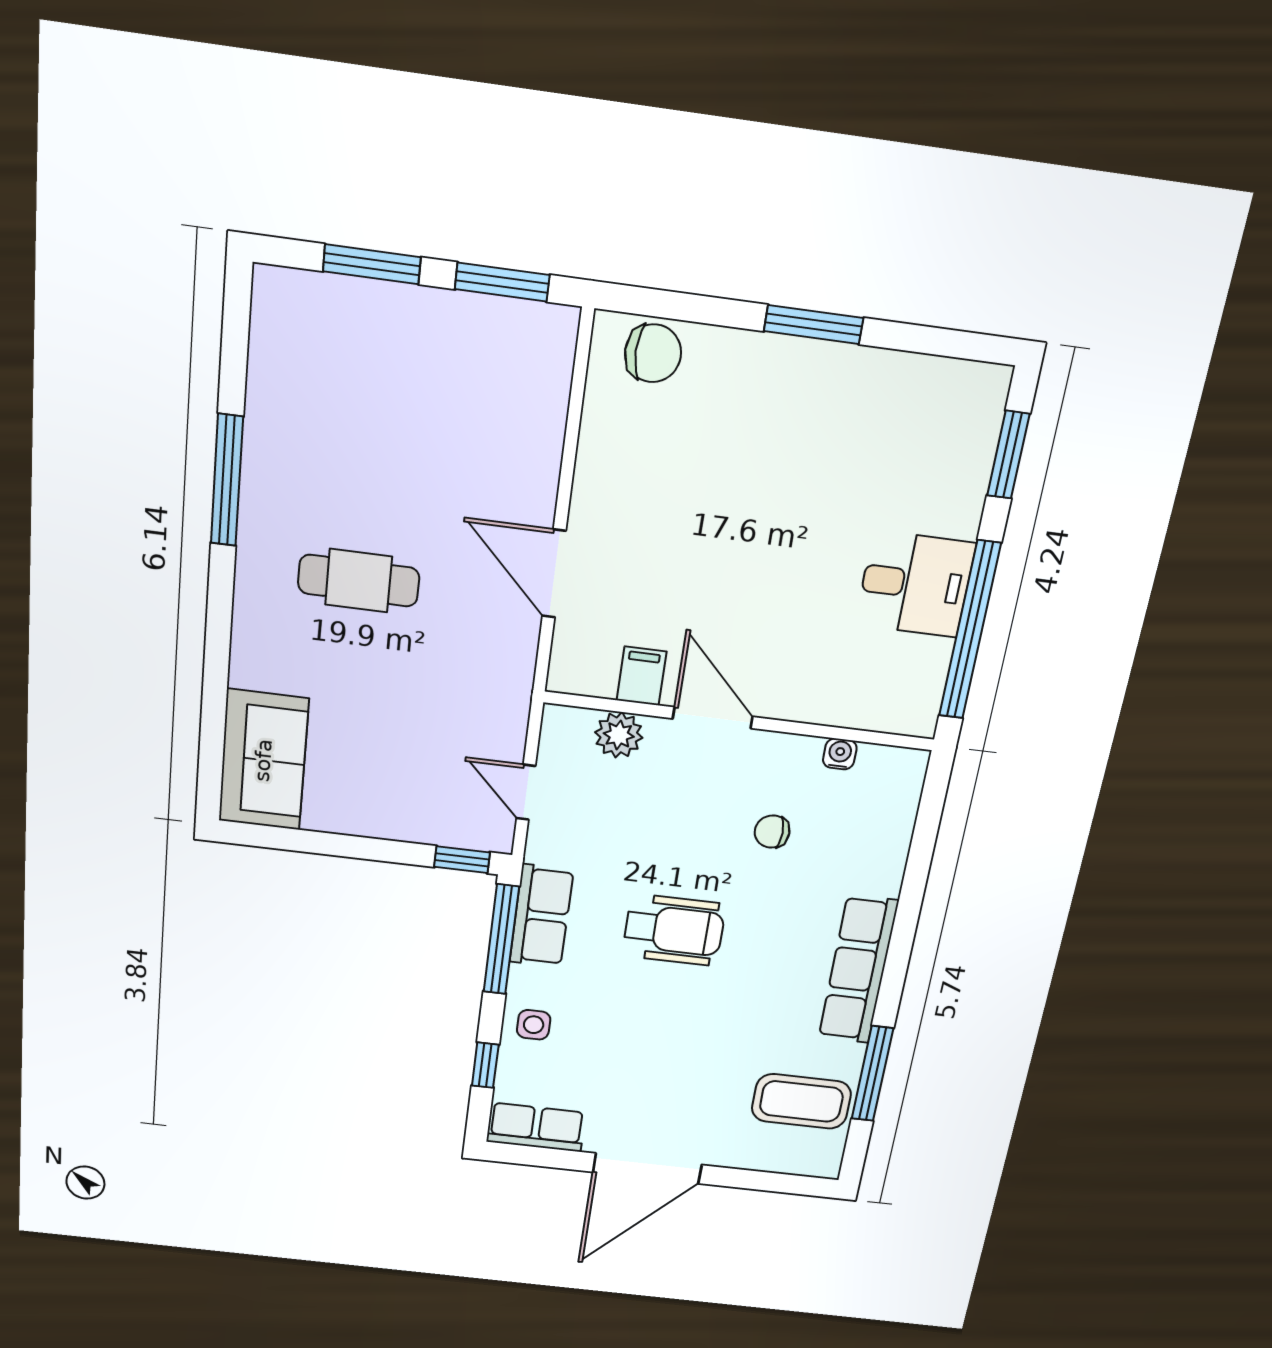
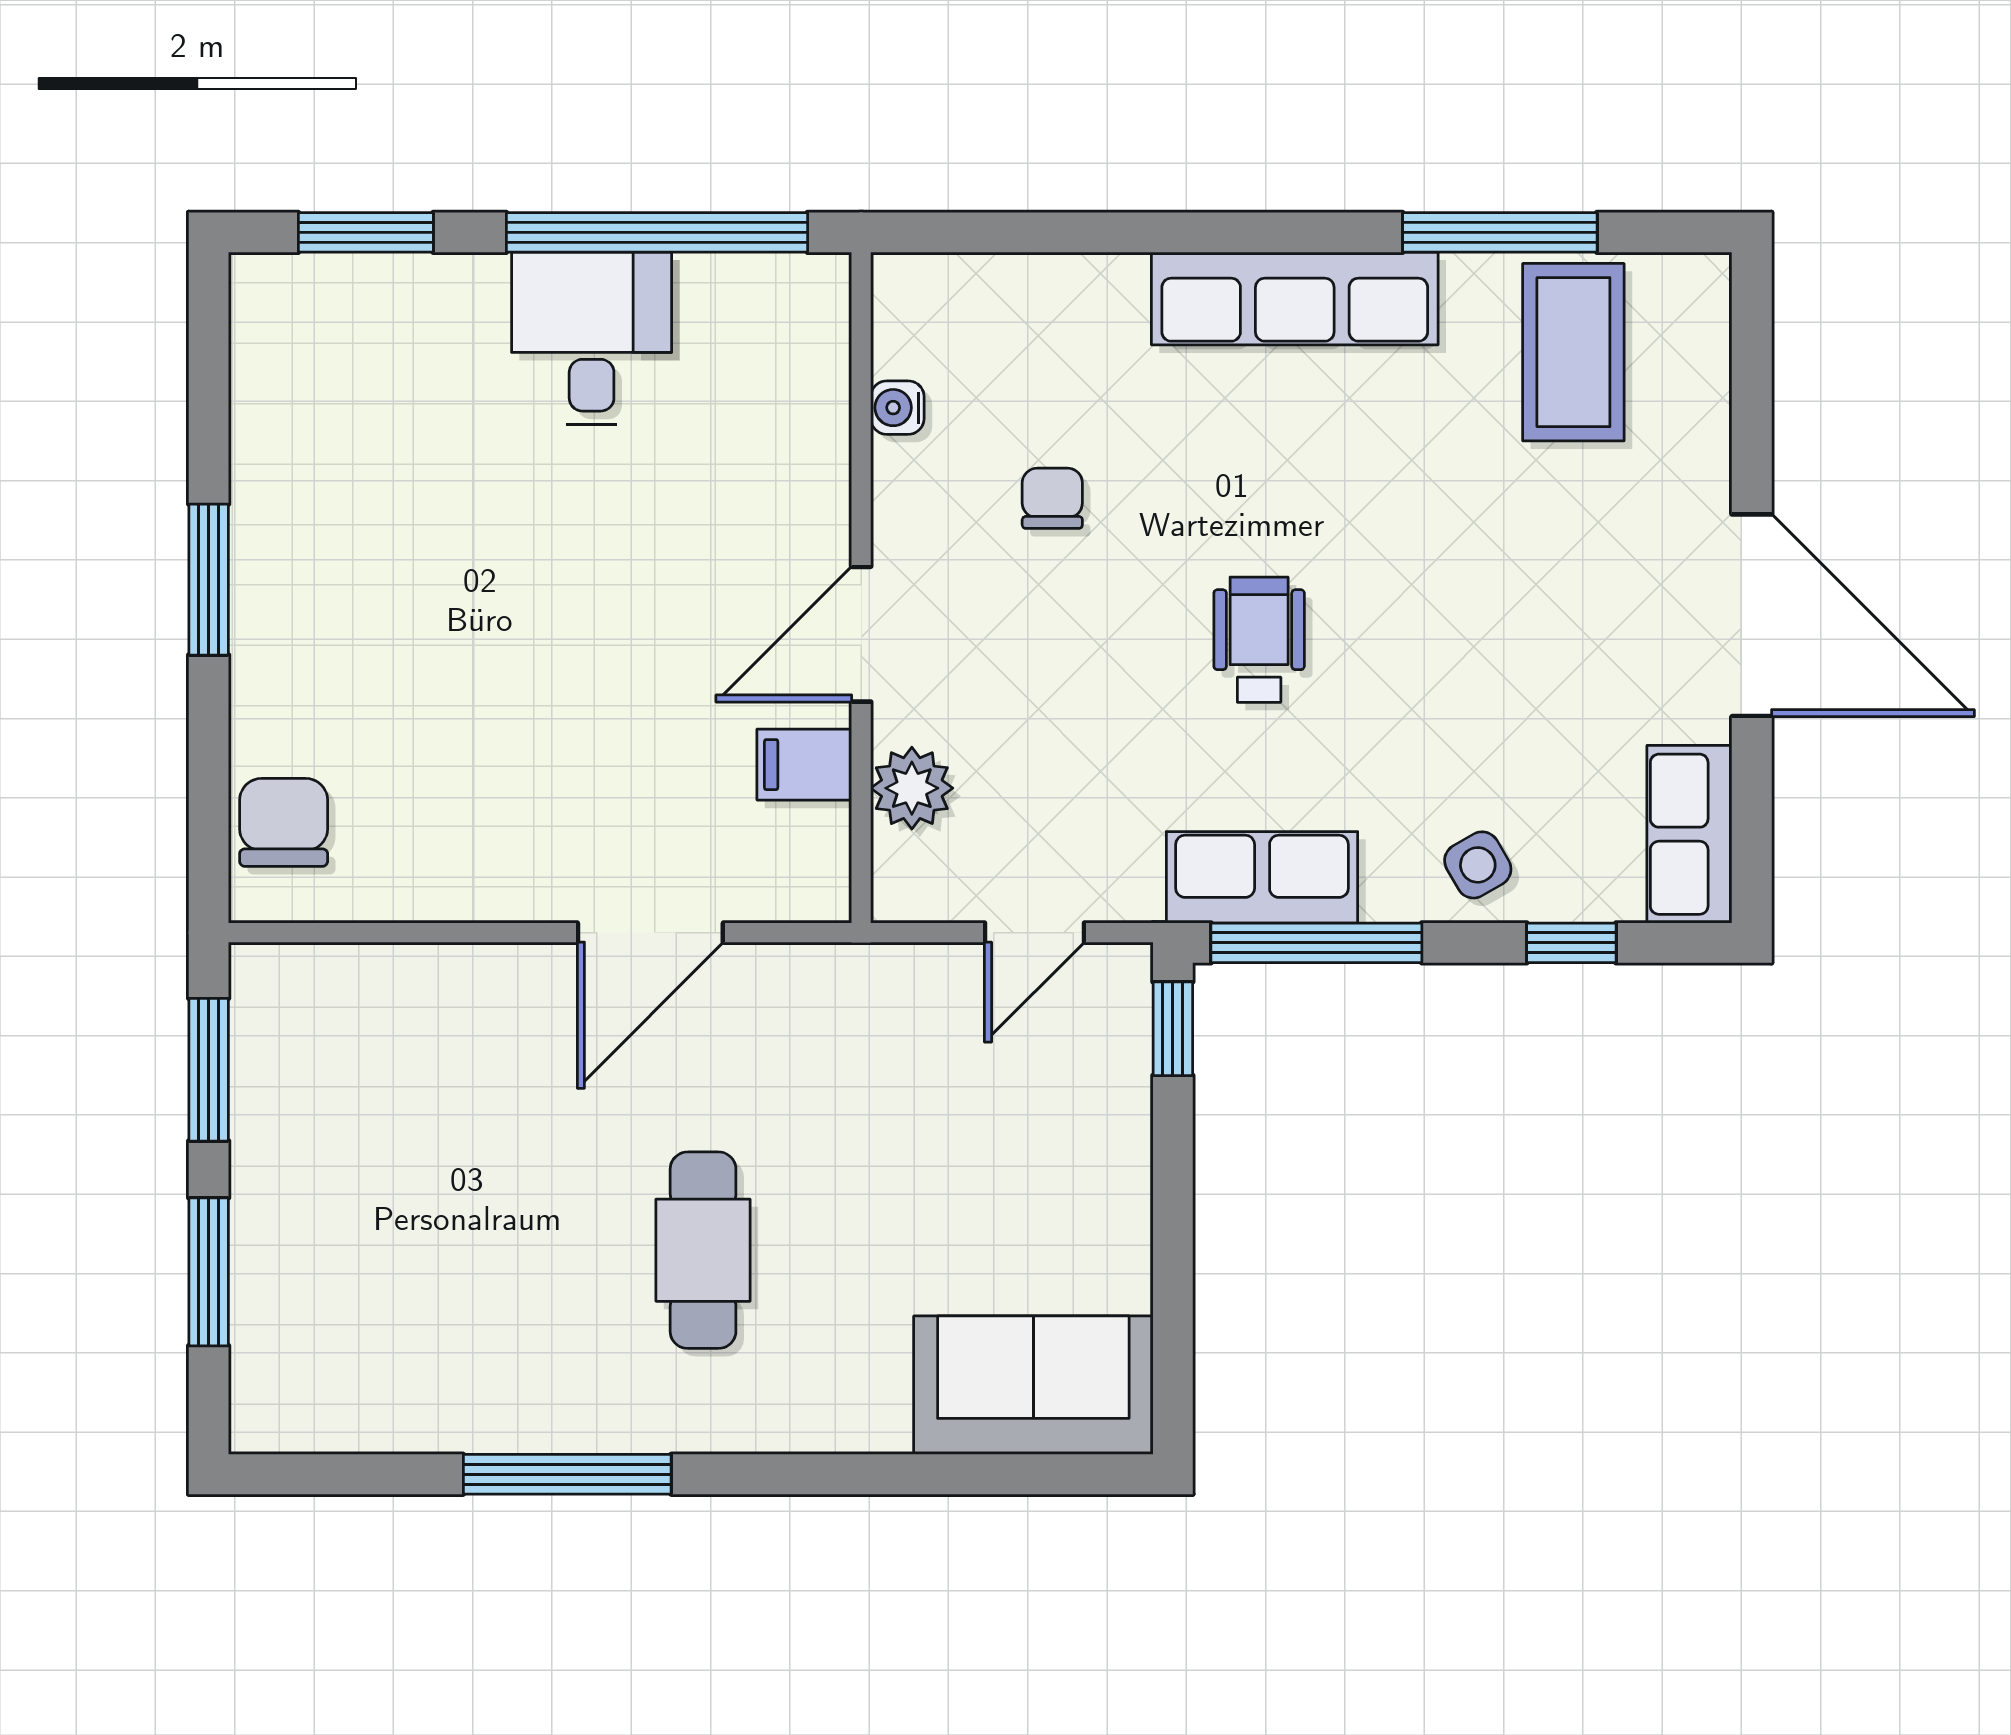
chair: (772, 832) -> (1052, 498), turned 180
wheelchair: (674, 930) -> (1259, 640), width x0.73, depth x0.73
side table: (534, 1025) -> (1478, 865), turned -30

